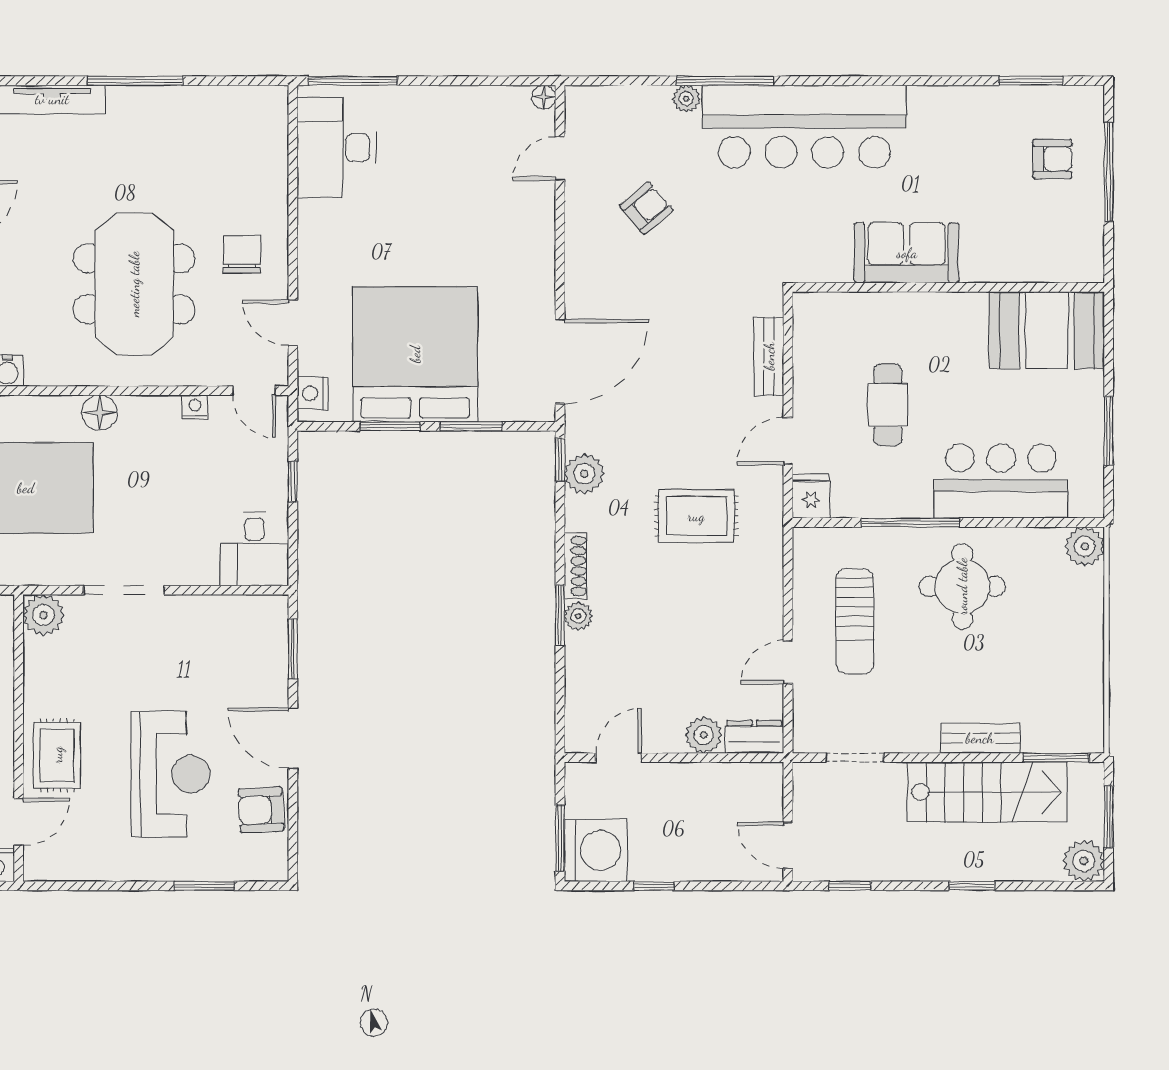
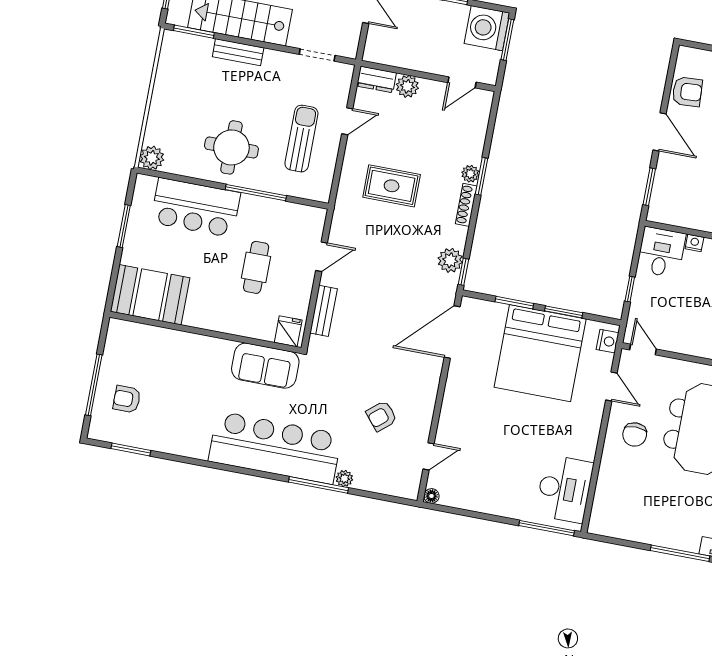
sofa: (907, 253) -> (265, 366), moved
nightstand: (195, 407) -> (694, 243), moved, turned 180
fridge: (811, 496) -> (288, 331), moved, turned 180
rug: (696, 516) -> (392, 186), moved

